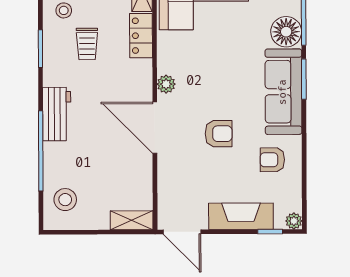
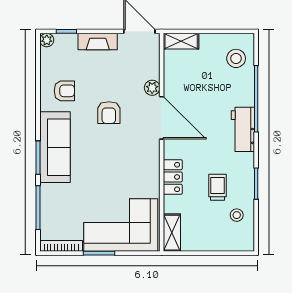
floor lamp: (286, 32) -> (53, 197), removed
locker: (141, 36) -> (173, 177), moved
plant: (166, 84) -> (152, 88), moved
armchair: (219, 134) -> (109, 113), turned -90
fireplace: (241, 216) -> (98, 42), width x0.73, depth x0.76

